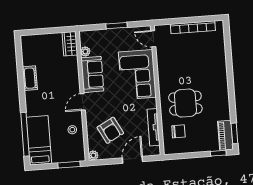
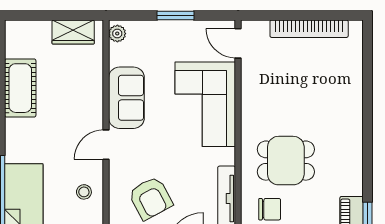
wardrobe: (70, 44) -> (73, 32), moved, turned -90
plant: (85, 51) -> (117, 34), moved
cot: (30, 78) -> (20, 88), width x1.37, depth x1.34

